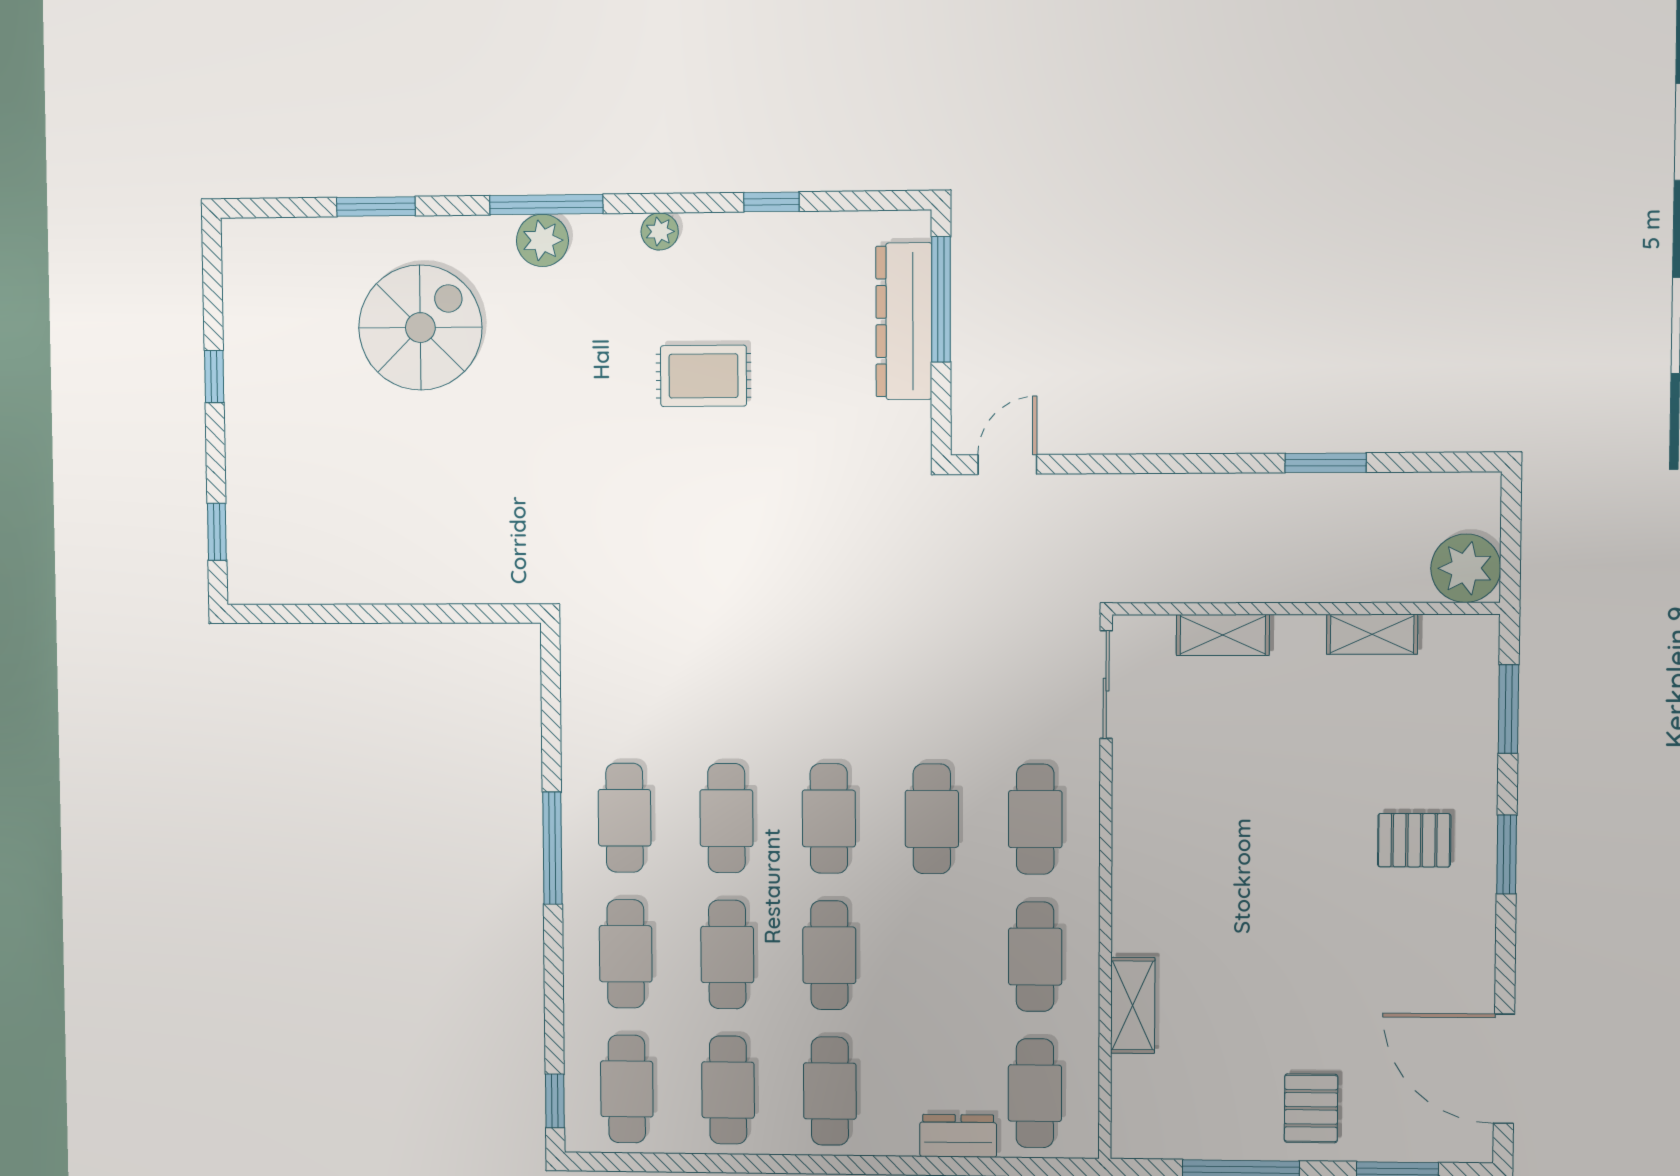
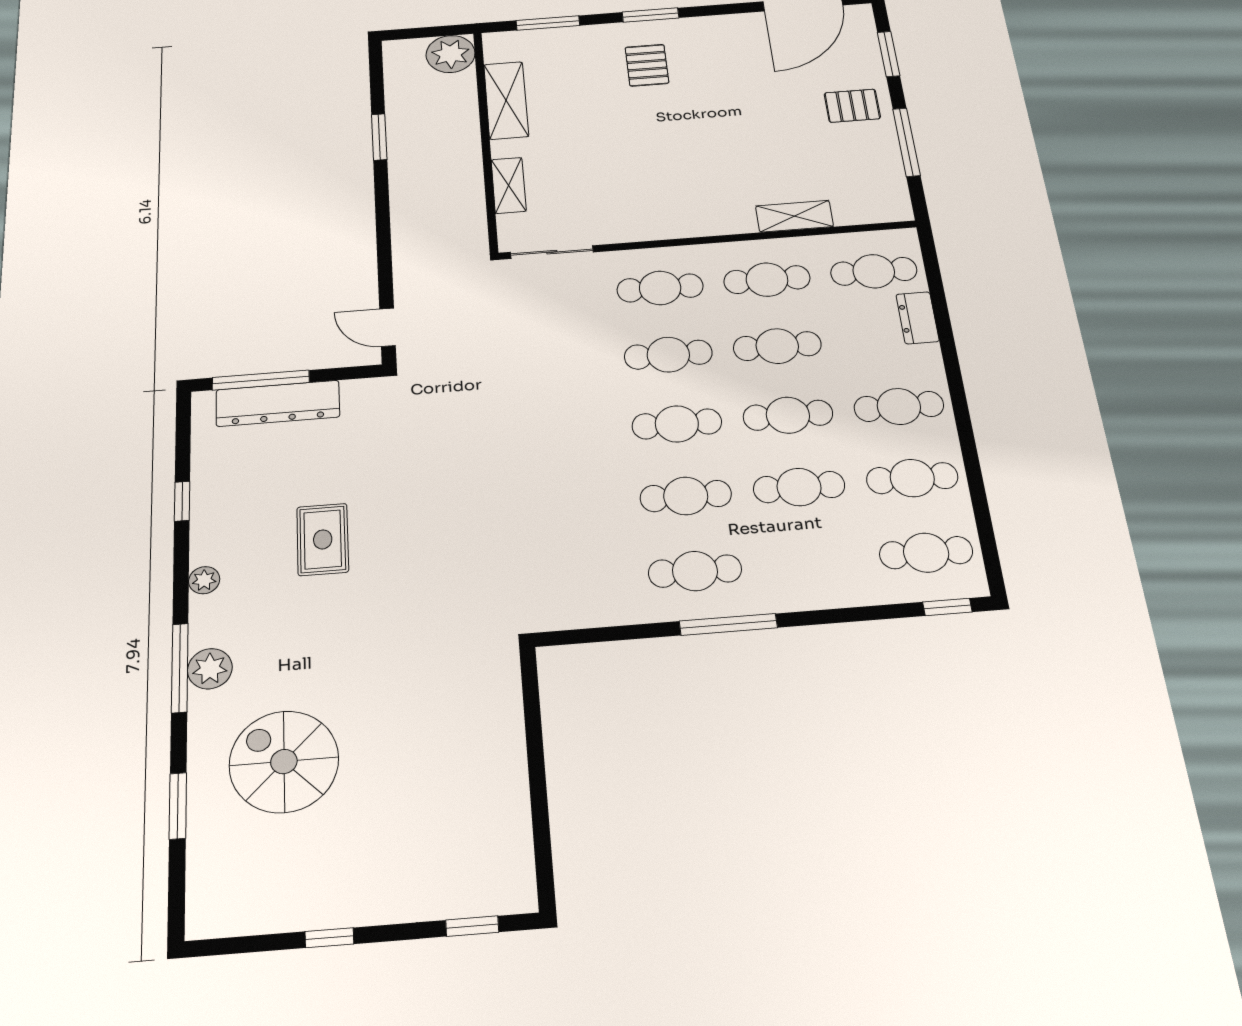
shelving: (1372, 634) -> (506, 100), width x1.50, depth x1.33
cafe table: (626, 954) -> (777, 346), moved

